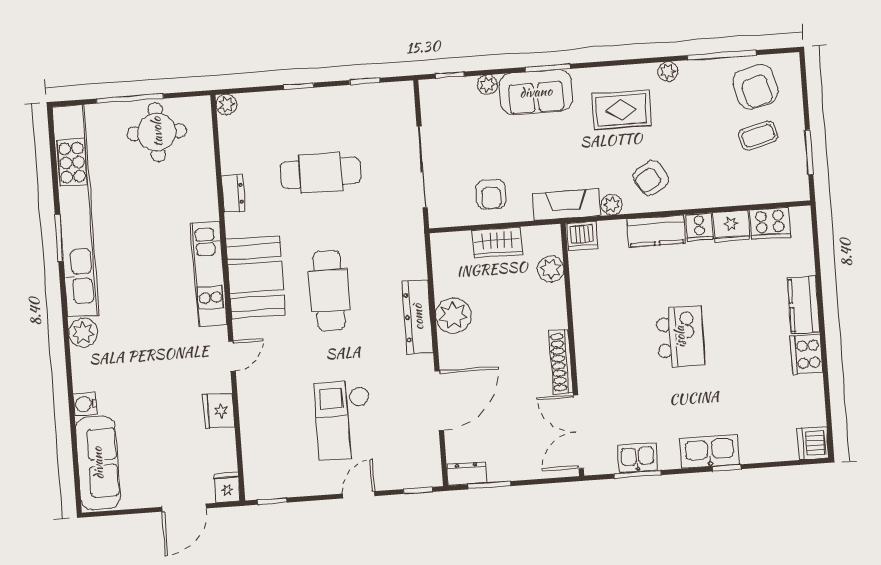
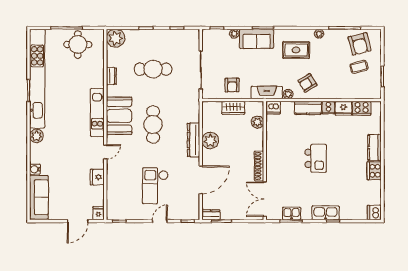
plant: (226, 104) -> (116, 38), width x1.88, depth x1.88

